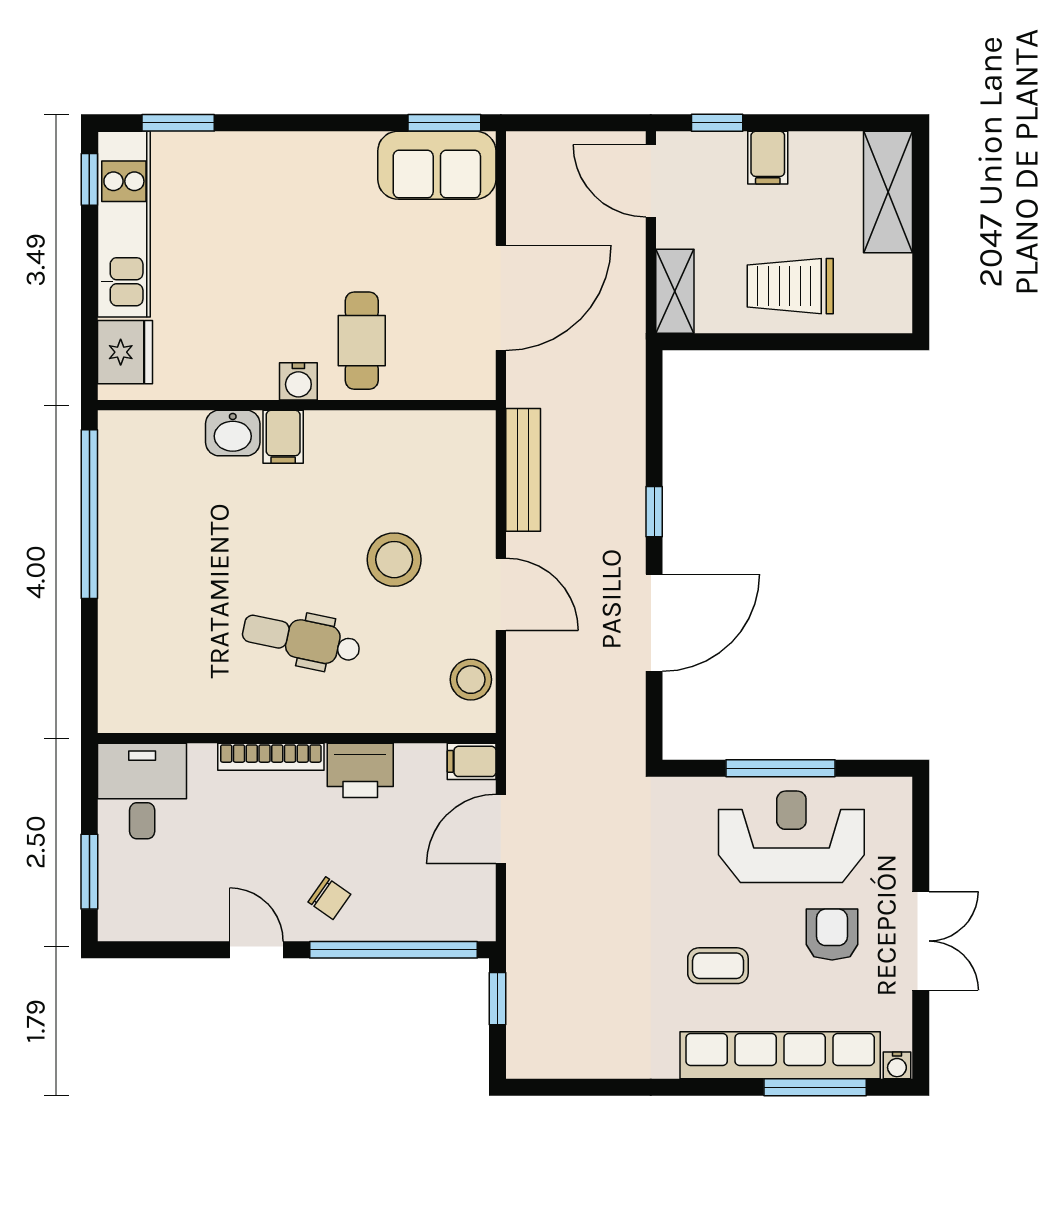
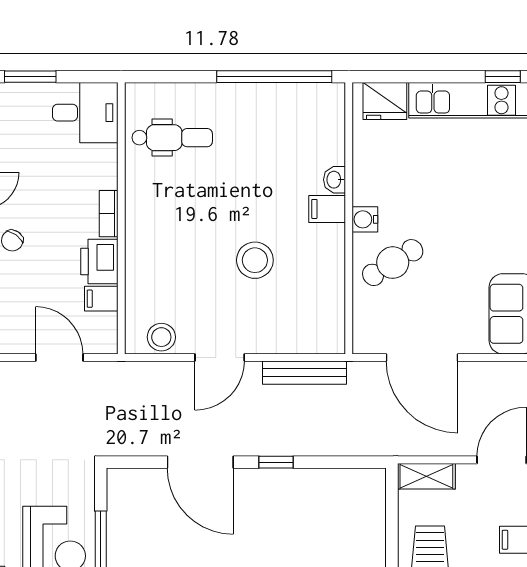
cafe table: (362, 341) -> (393, 263), turned -32
washbasin: (233, 433) -> (334, 180), width x0.72, depth x0.69
stool: (394, 560) -> (255, 260), moved
dental chair: (301, 639) -> (172, 138), moved, turned 78
bookcase: (271, 757) -> (109, 214), width x0.64
filing cabinet: (472, 761) -> (101, 299), moved, turned -90

